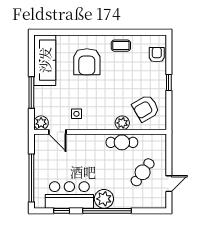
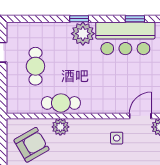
door: (57, 132) -> (140, 116), hinge flipped
cafe table: (143, 172) -> (35, 66), turned -36
window: (107, 211) -> (79, 19), width x0.32

